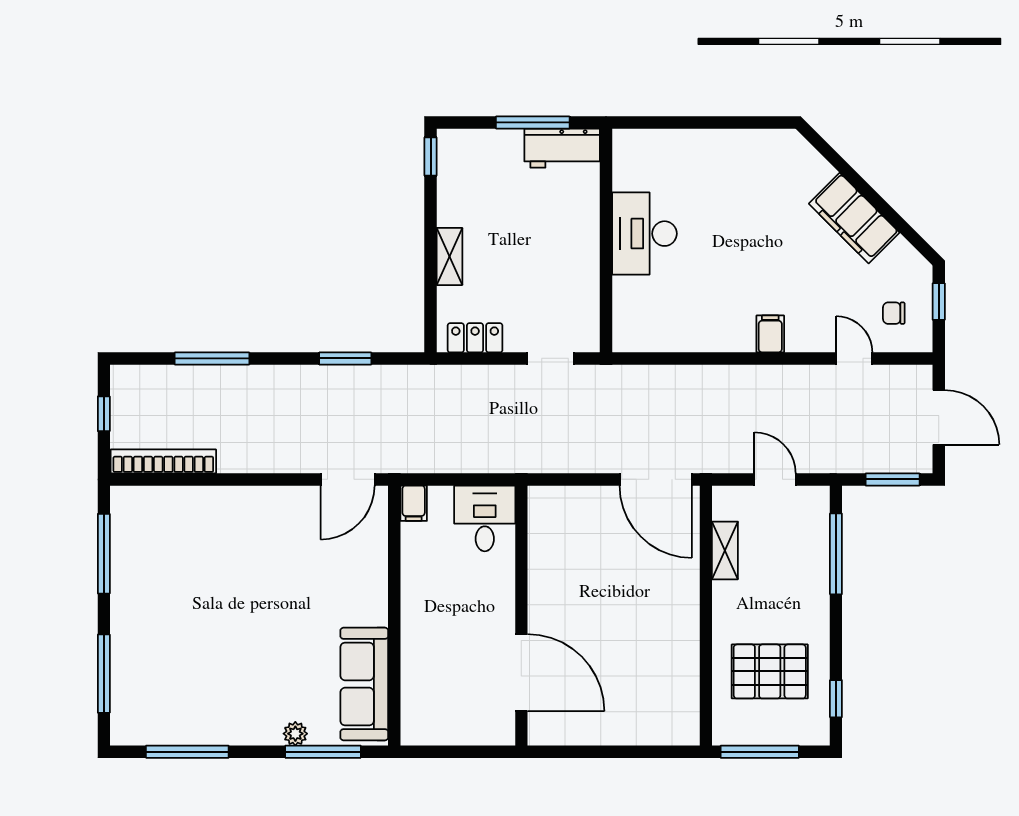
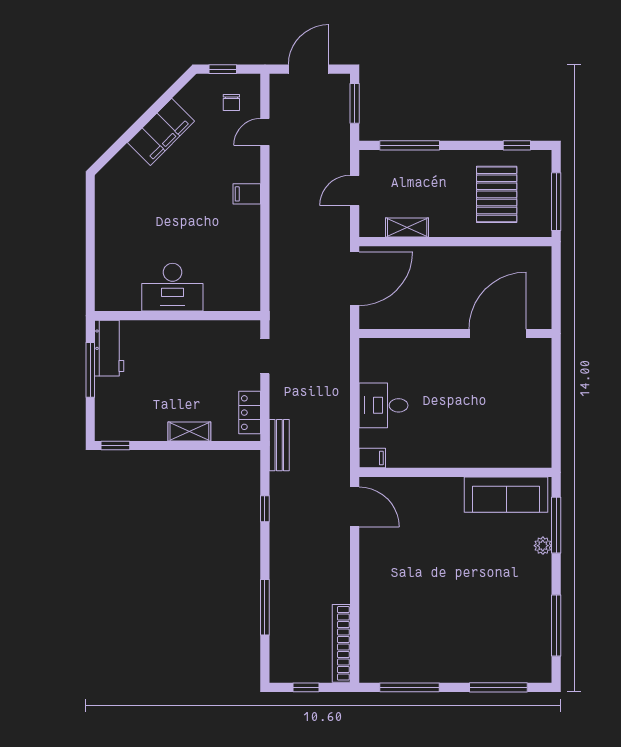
window: (345, 358) -> (265, 509), width x0.67
bench: (431, 378) -> (279, 445), added
wall: (521, 616) -> (455, 333), moved
door: (521, 673) -> (498, 333), moved

